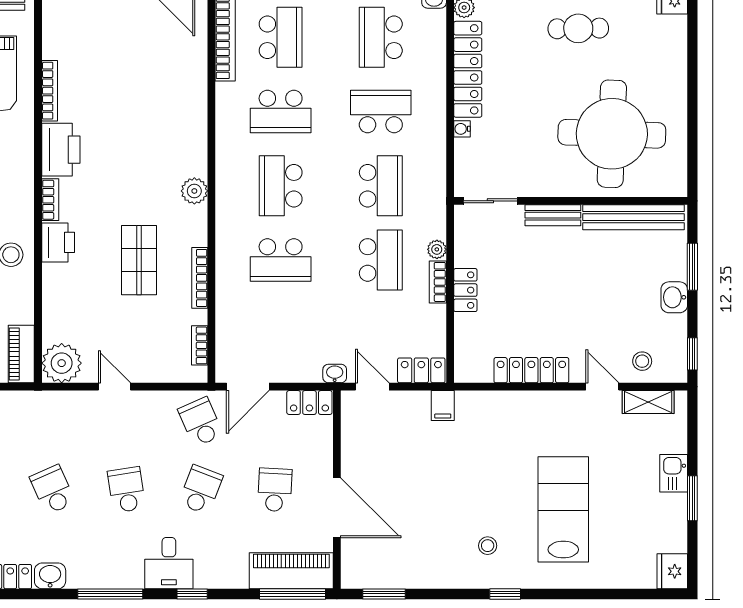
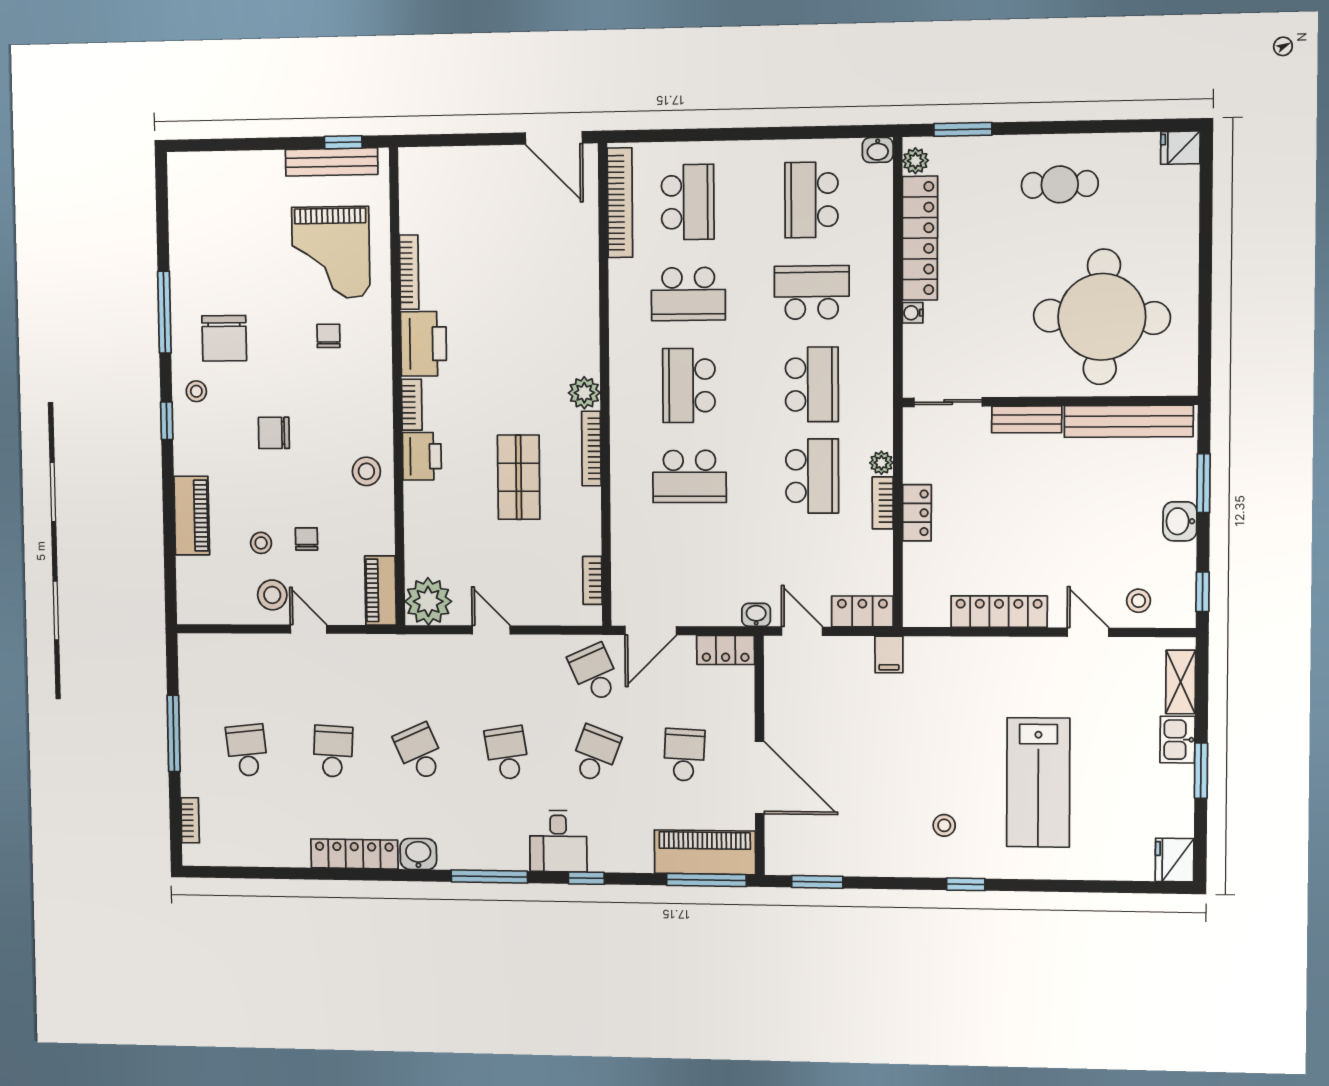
bookcase: (200, 278) -> (591, 449), moved
shelving: (648, 402) -> (1181, 682), moved, turned 90
lab bench: (563, 509) -> (1038, 782), turned 180

